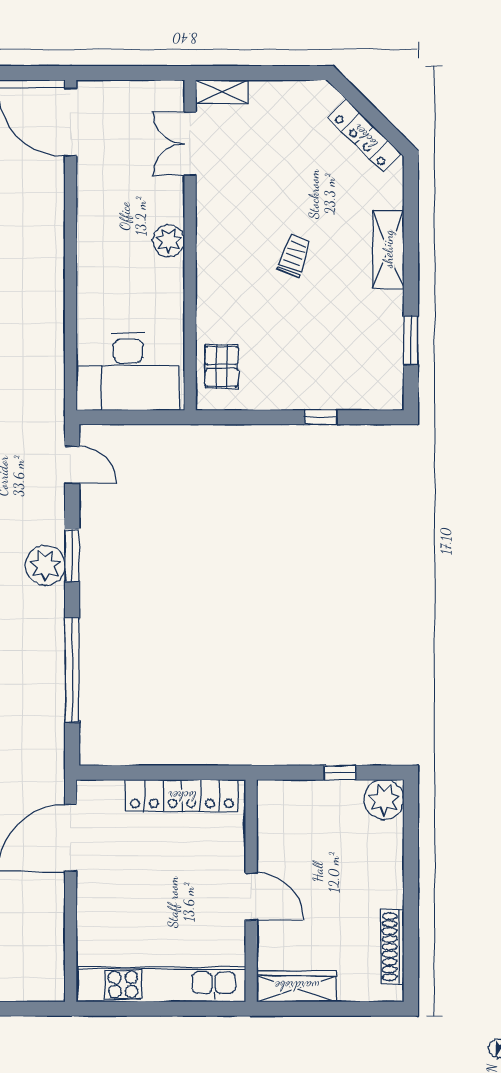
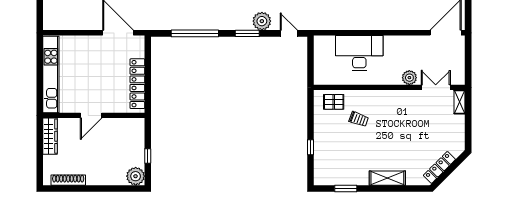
plant: (169, 241) -> (409, 78), moved
trolley: (294, 256) -> (359, 119), moved
desk: (128, 372) -> (359, 53), moved, turned 90
door: (72, 465) -> (289, 33), swing flipped
plant: (45, 565) -> (262, 21), moved

